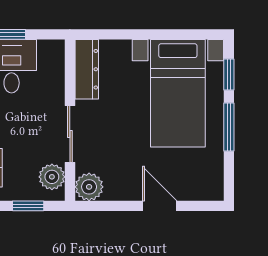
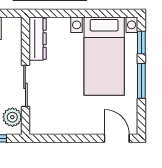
plant: (89, 187) -> (39, 124), removed
door: (160, 206) -> (117, 138), moved

